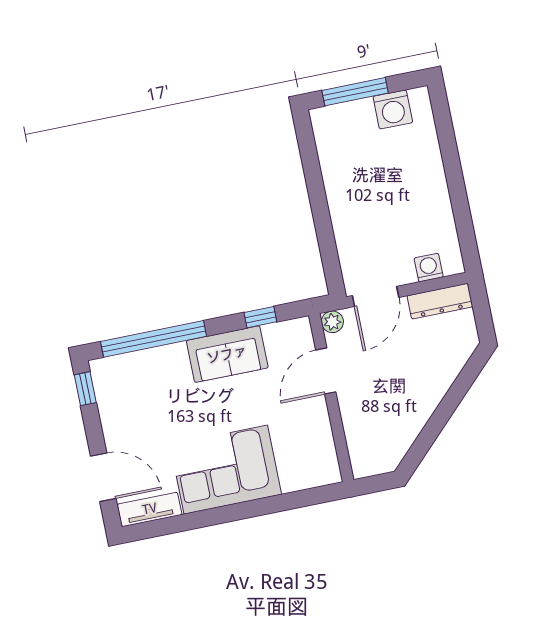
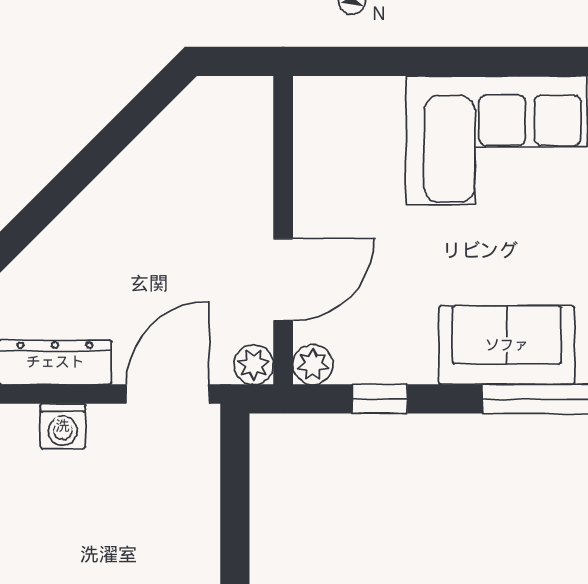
plant: (300, 328) -> (313, 364), added
sofa: (227, 354) -> (507, 345), moved

